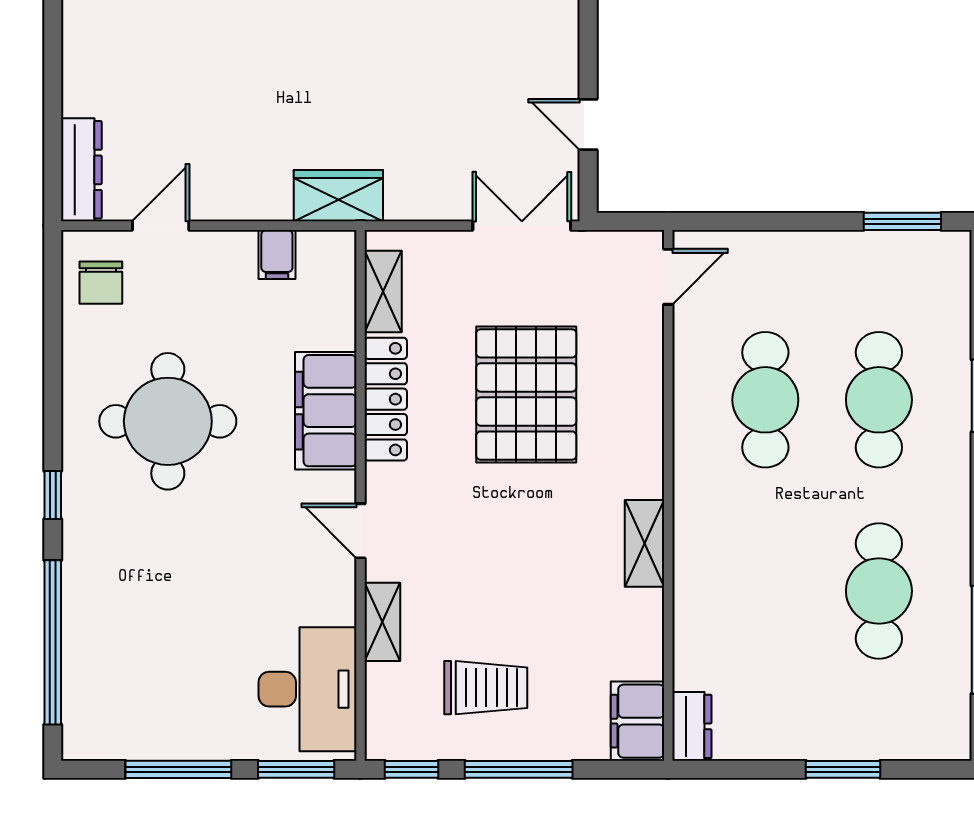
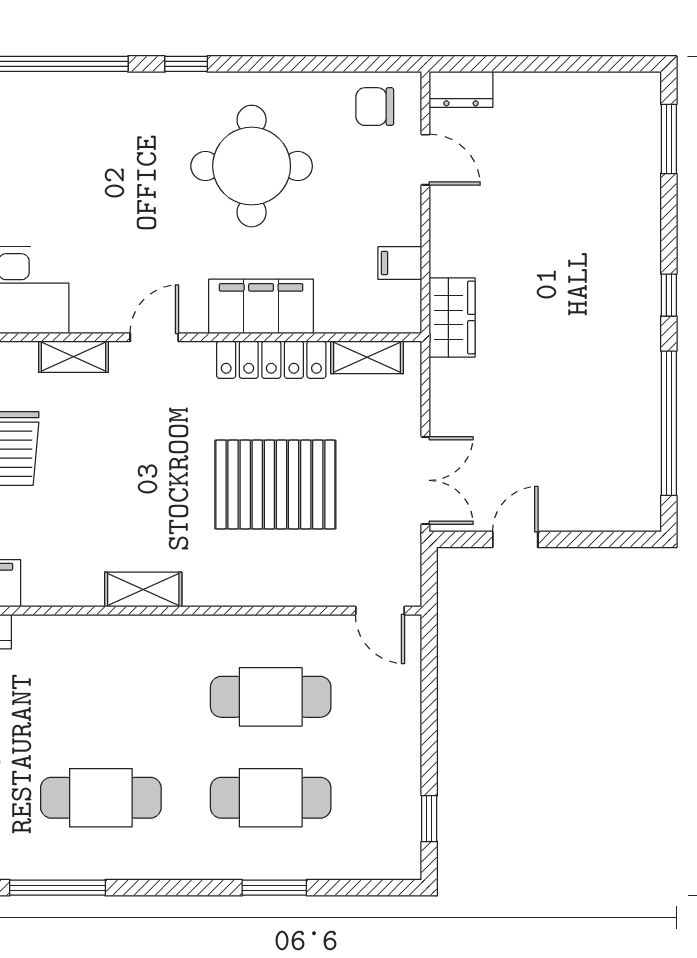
dresser: (81, 170) -> (461, 89), width x0.70
window: (902, 221) -> (429, 819), width x0.67

